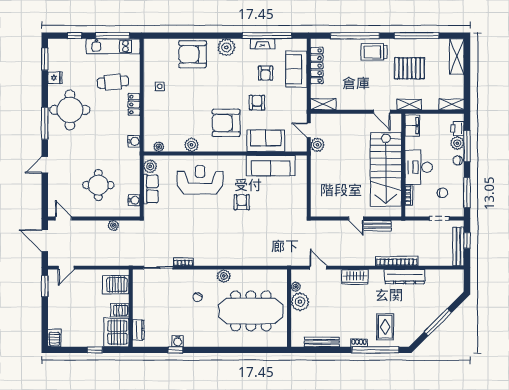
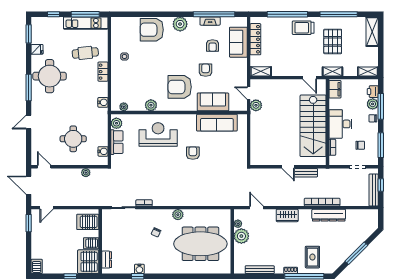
pallet: (409, 68) -> (333, 41), turned 90

